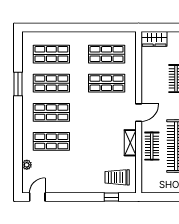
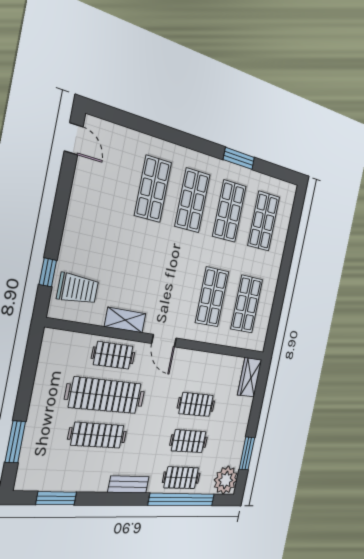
plant: (27, 165) -> (127, 136), removed
trolley: (117, 177) -> (78, 289), turned 90

